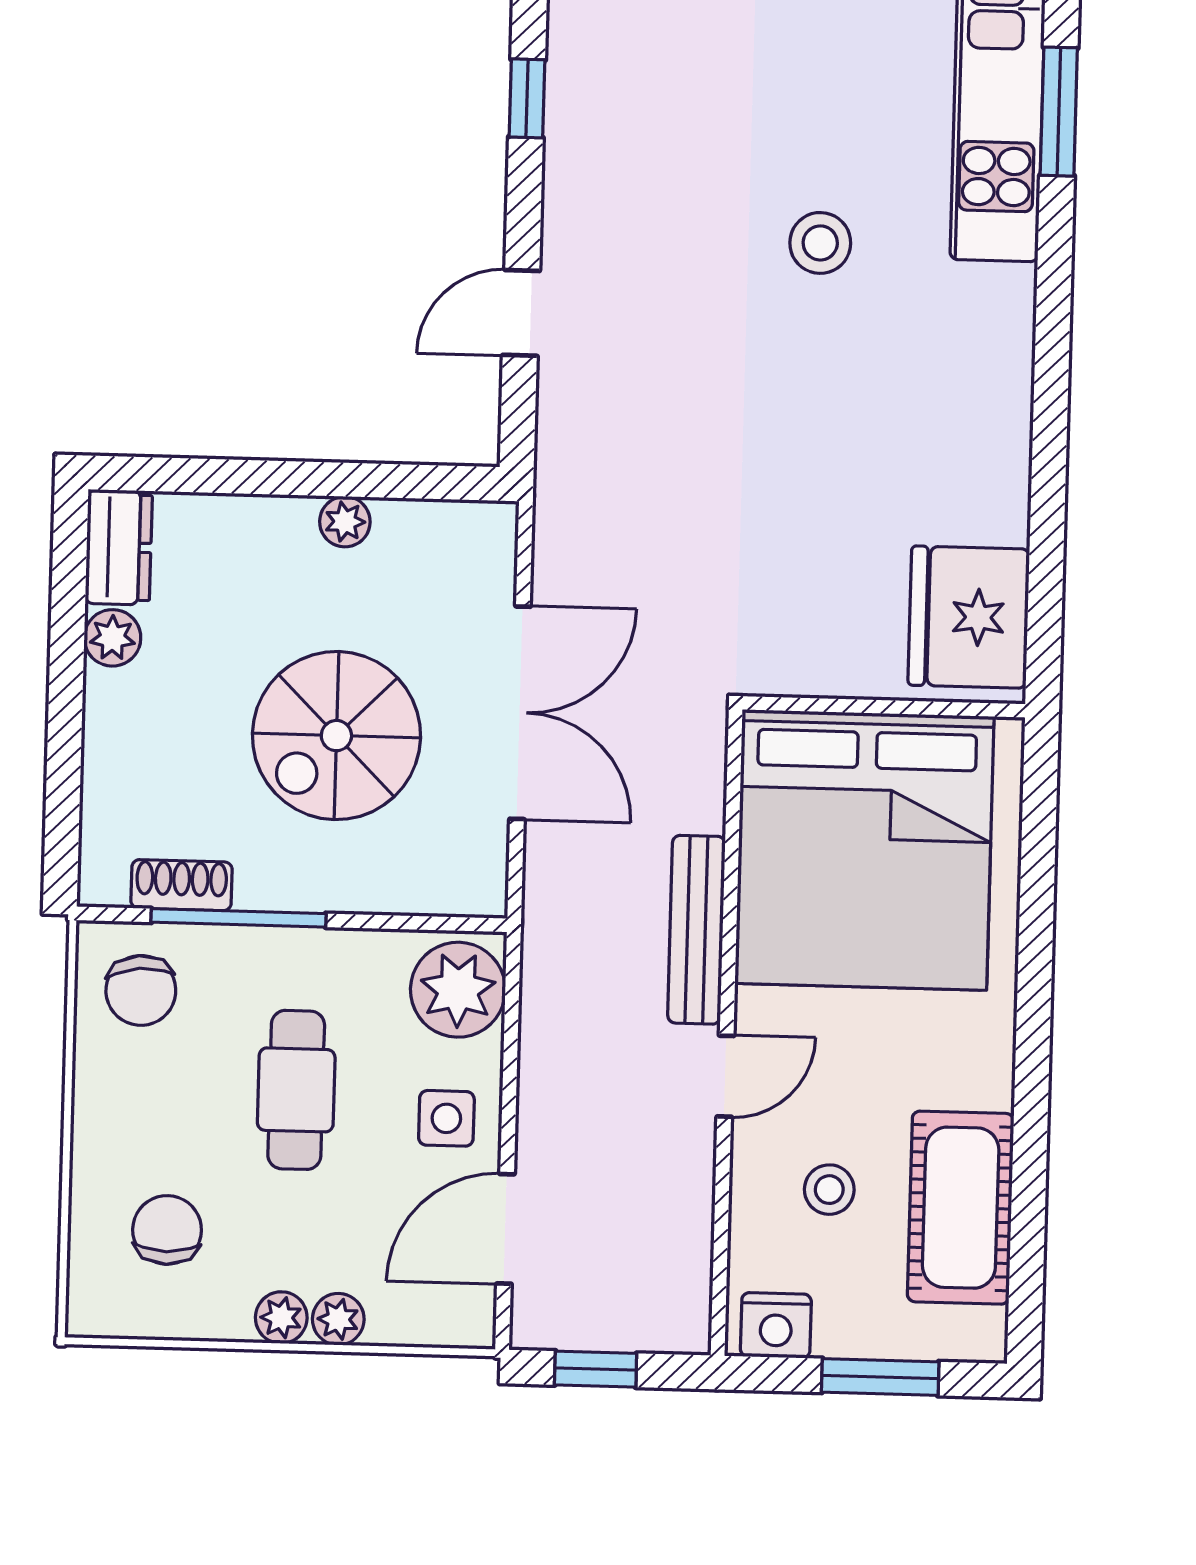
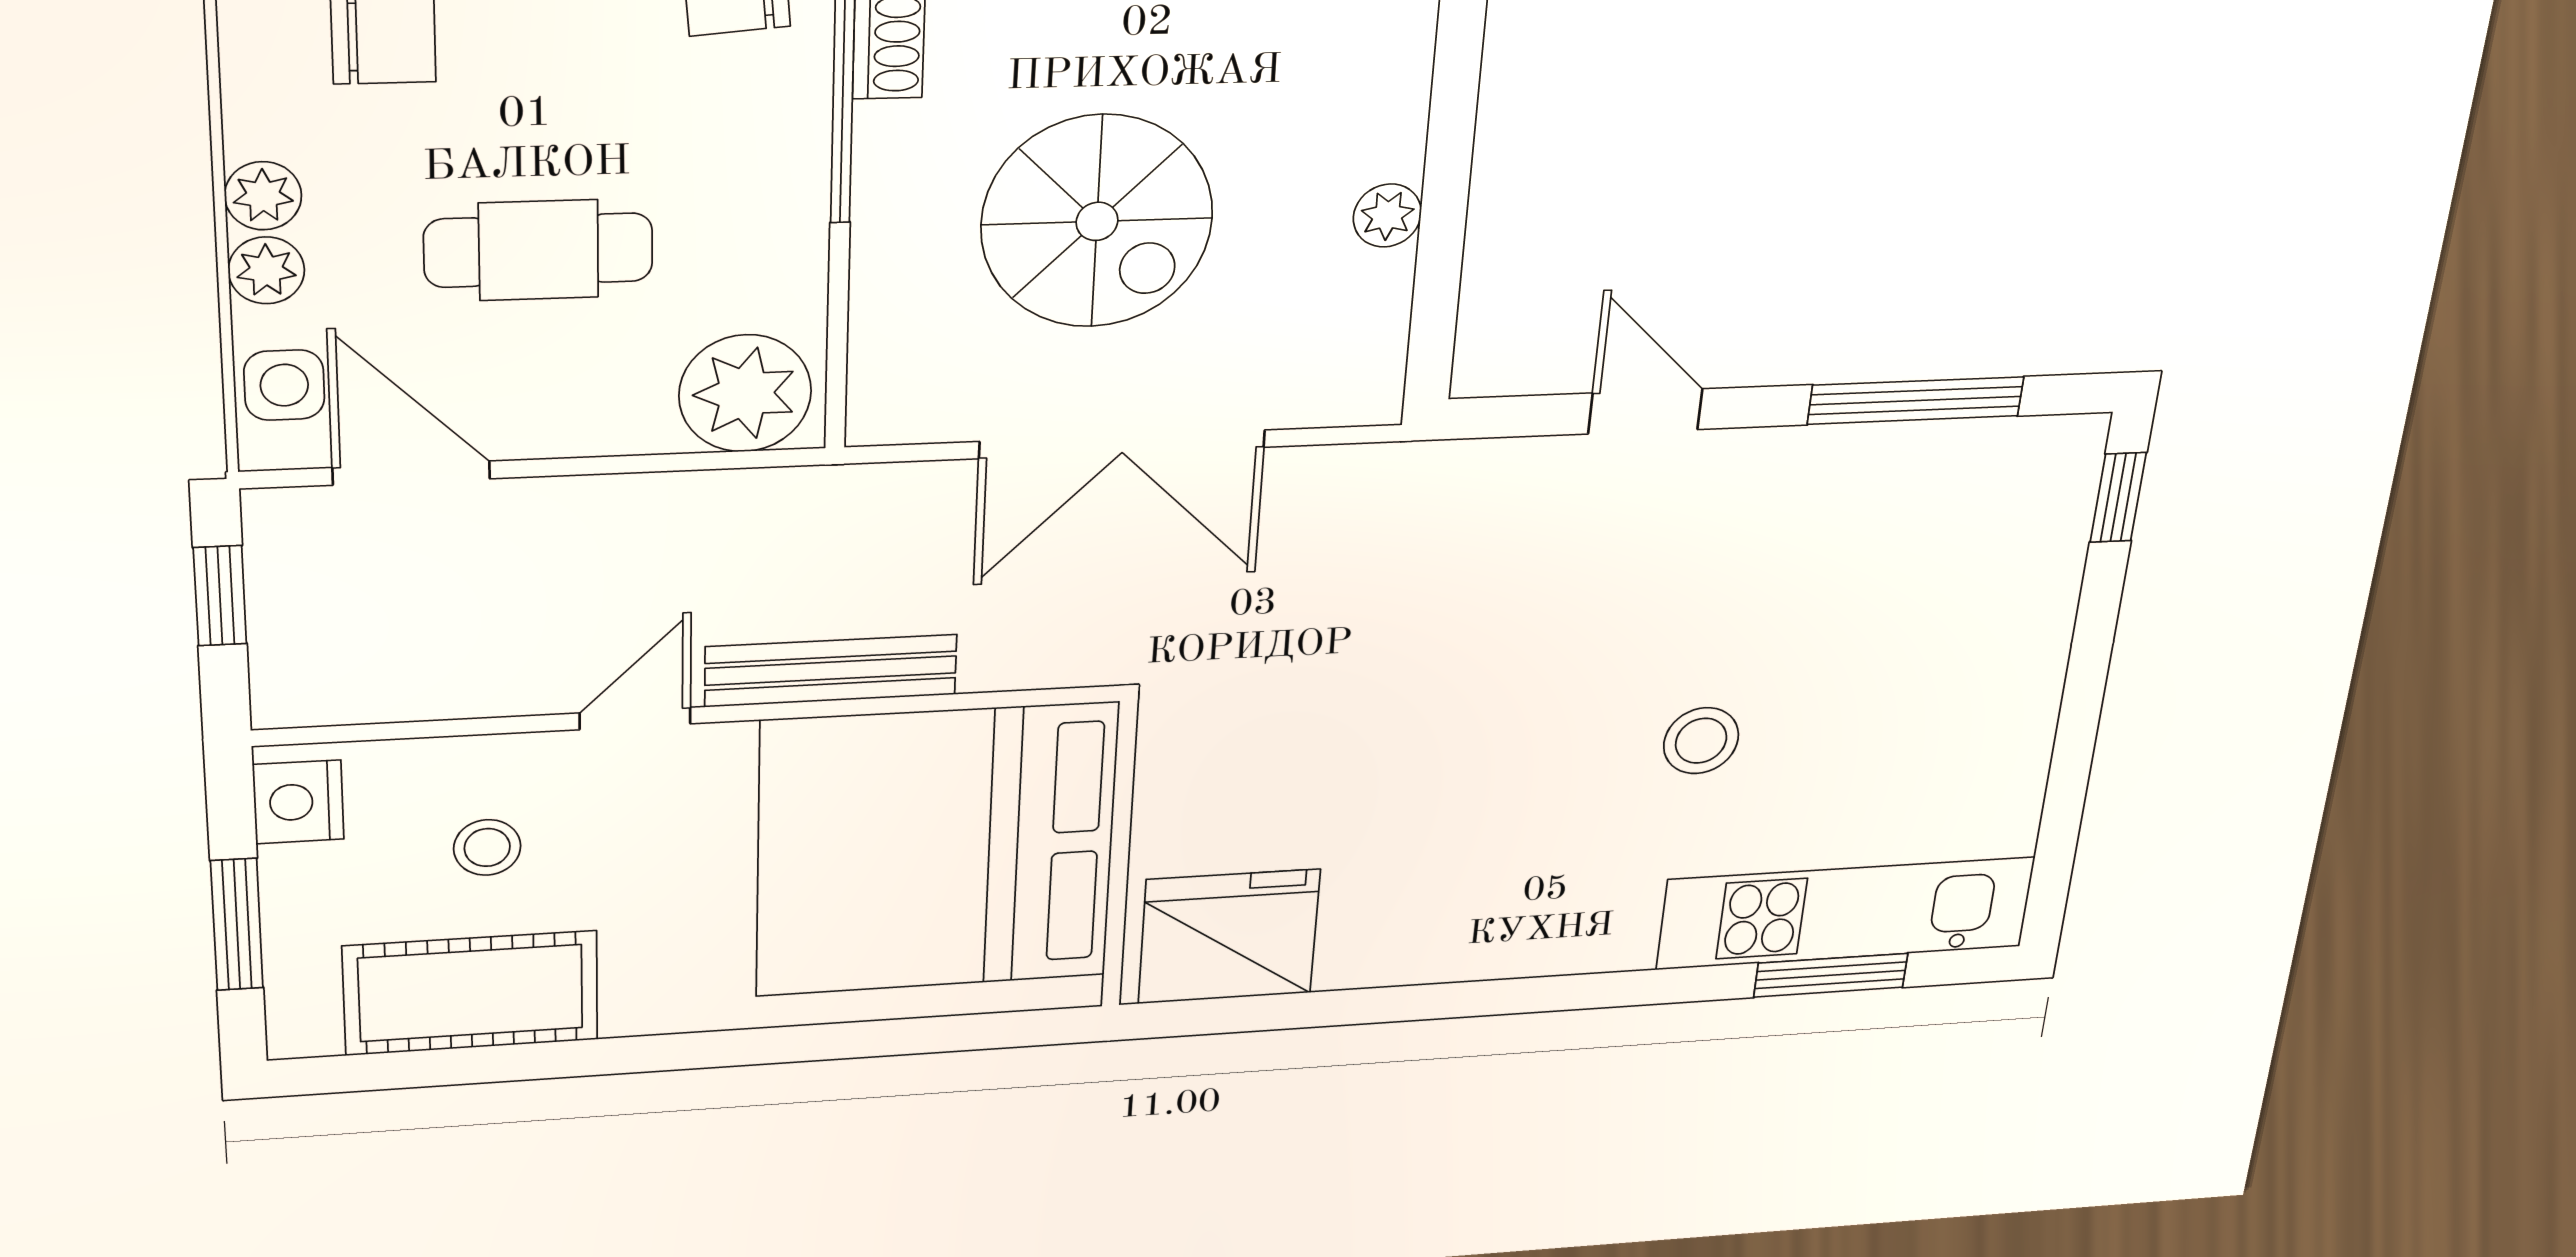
window: (527, 98) -> (1916, 401), width x2.17
spiral stairs: (336, 736) -> (1097, 221), turned 180
door: (725, 1076) -> (635, 718), swing flipped
cafe table: (296, 1090) -> (539, 250), moved
side table: (446, 1118) -> (284, 385), moved

